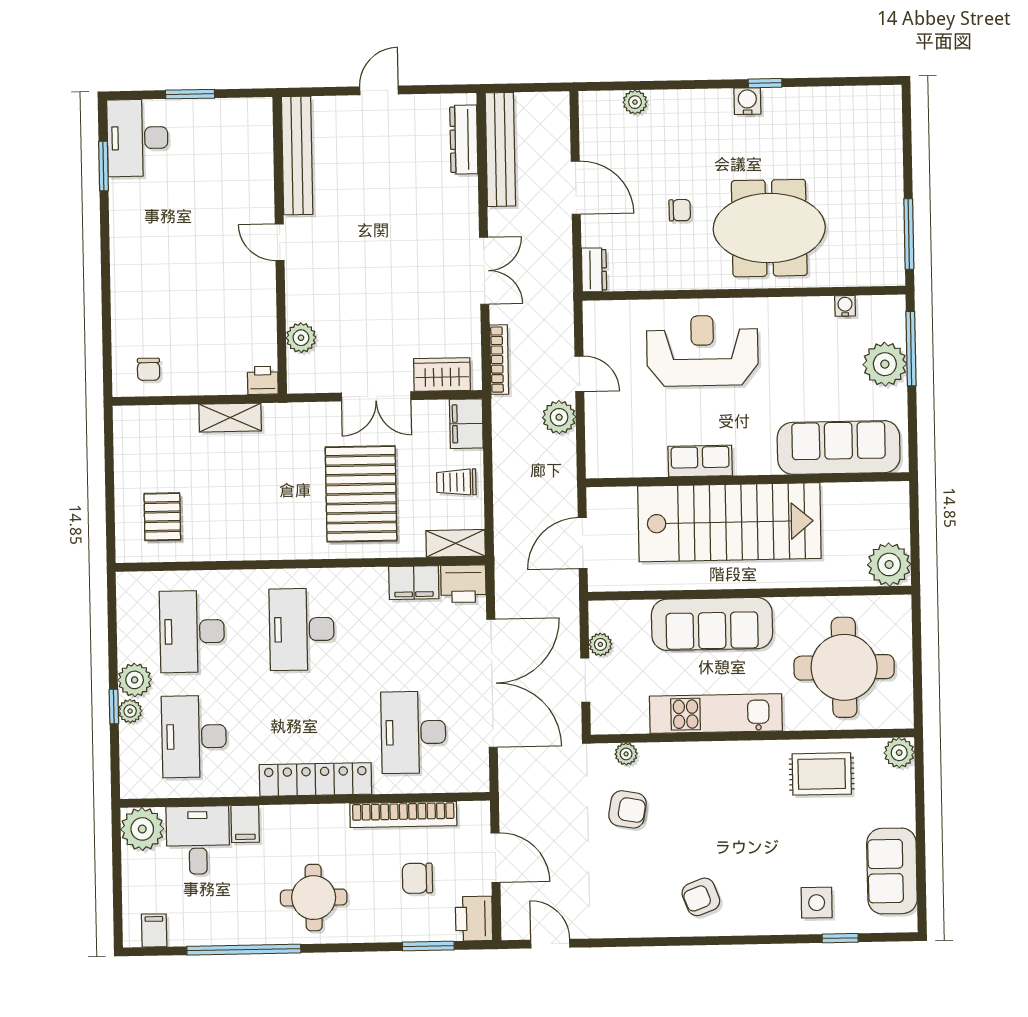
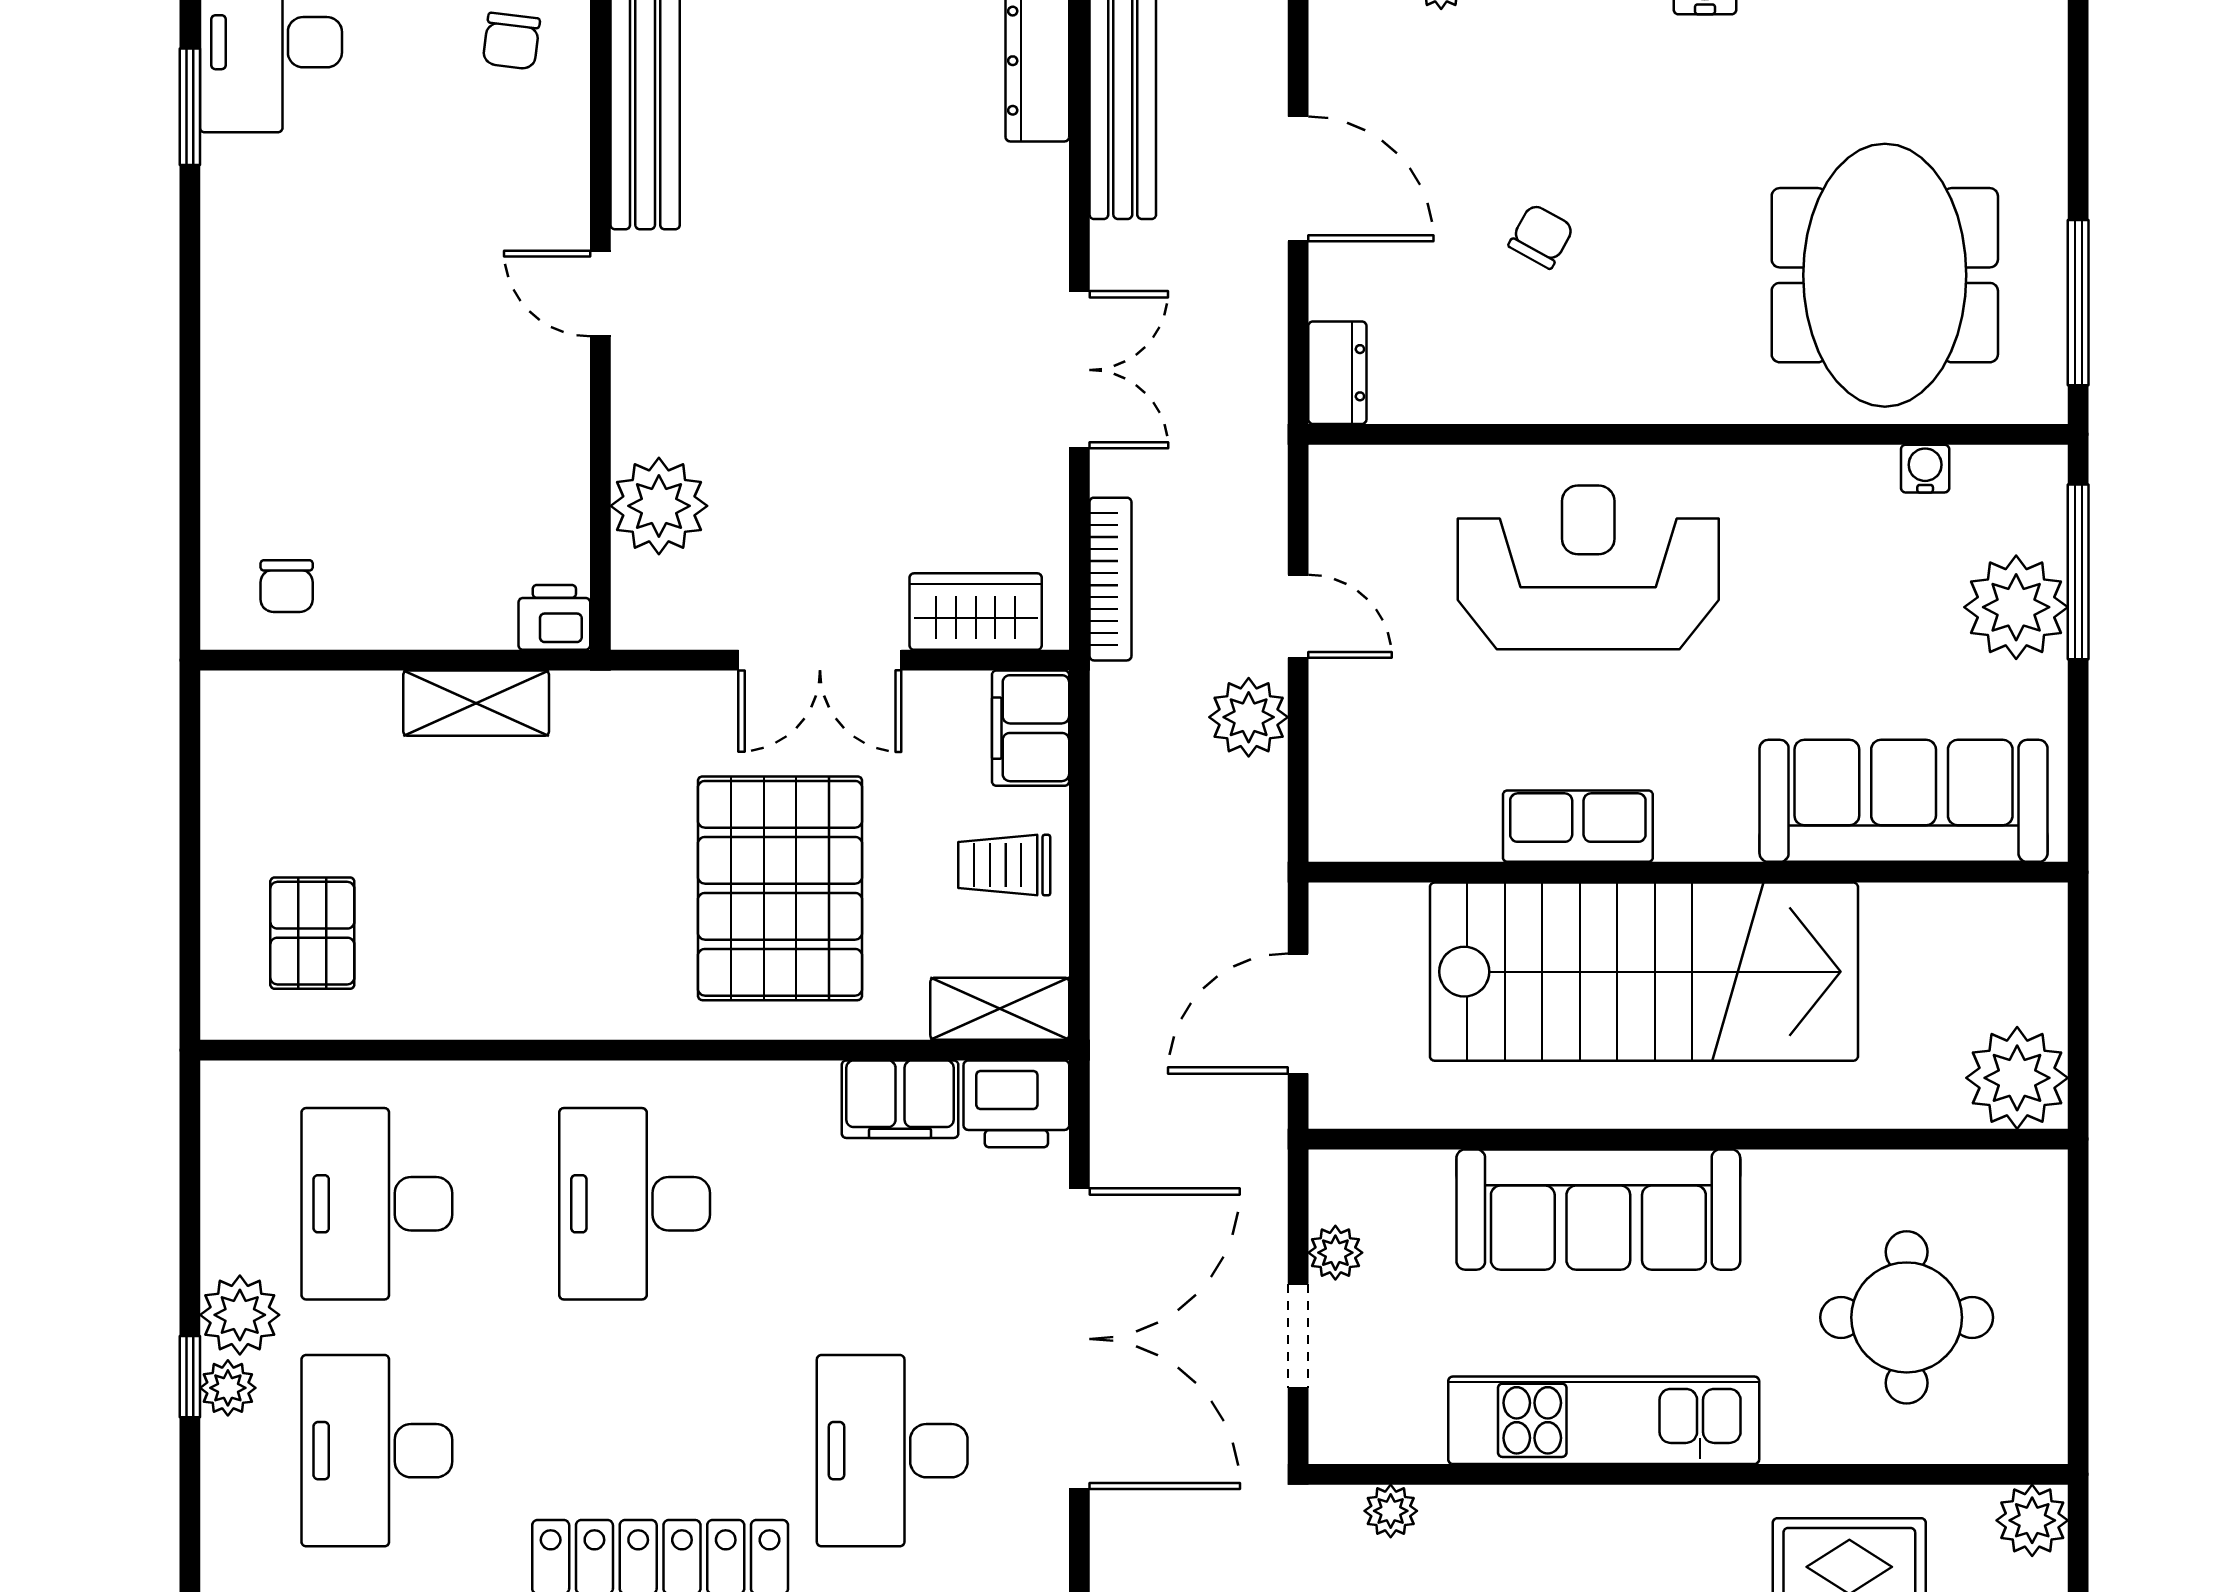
chair: (240, 135) -> (511, 41), added
chair: (680, 210) -> (1541, 236), turned -61
meeting table: (769, 228) -> (1885, 275), moved, turned 90
plant: (301, 338) -> (659, 506), width x1.36, depth x1.36
round table: (844, 667) -> (1907, 1317), width x0.73, depth x0.73

